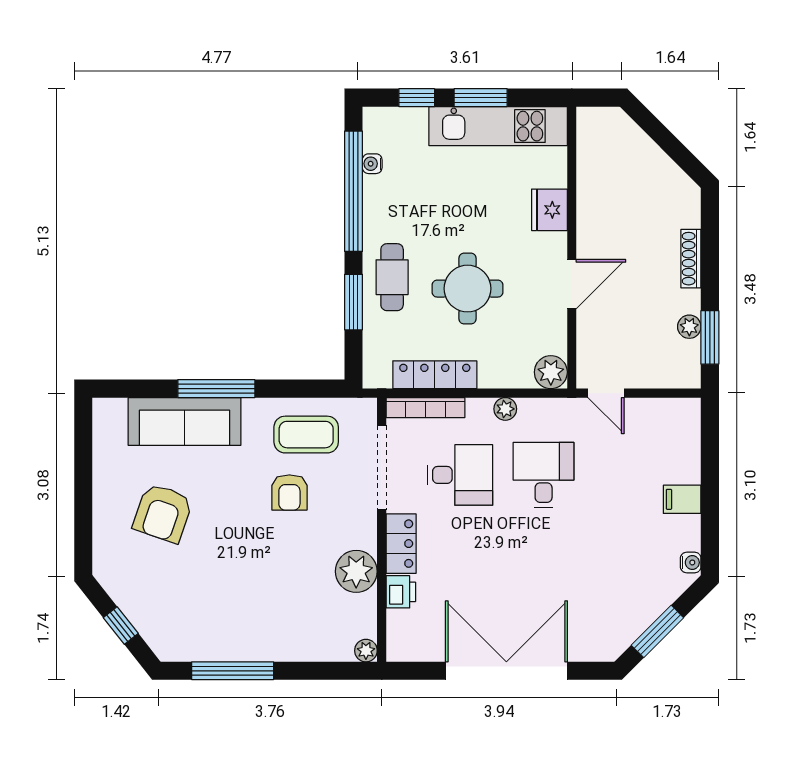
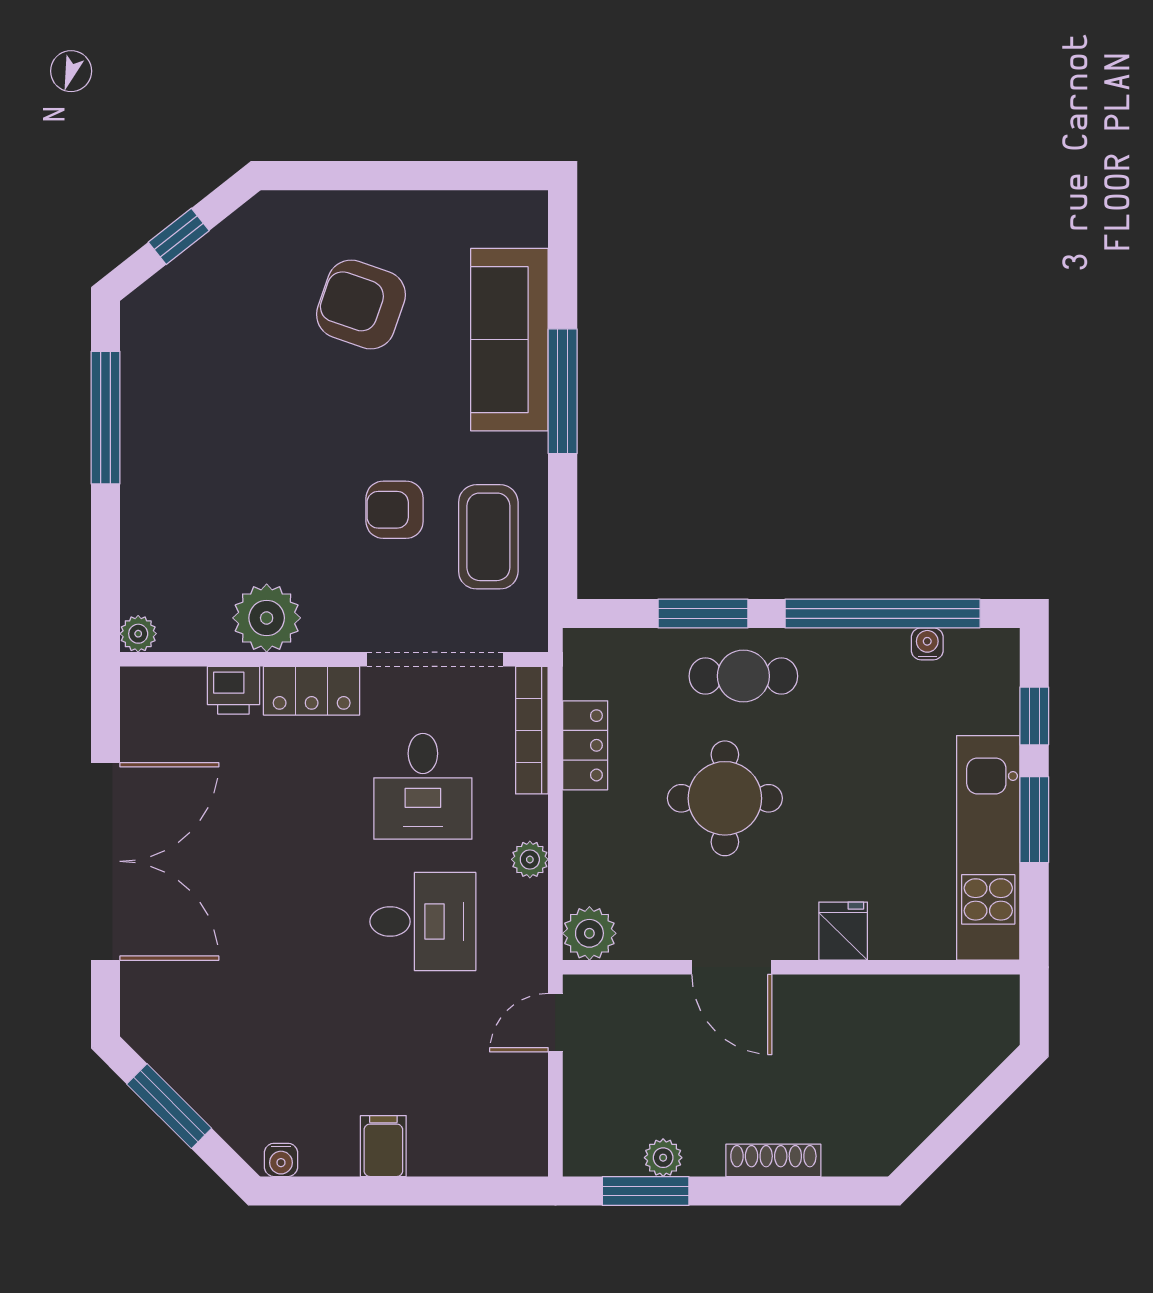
fridge: (549, 210) -> (843, 931), width x0.72
locker: (435, 375) -> (585, 745), width x0.66

